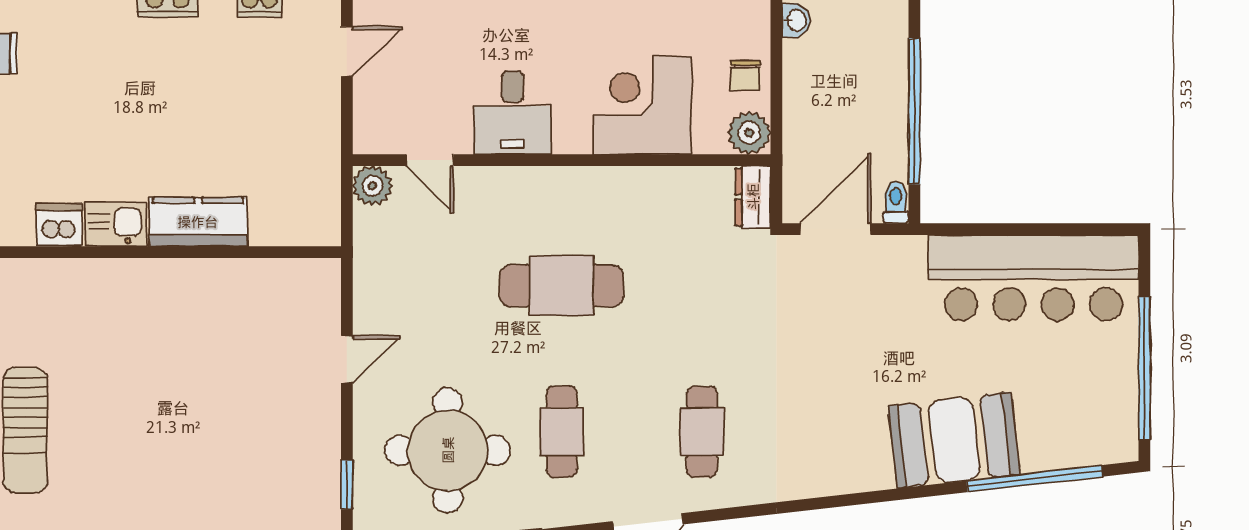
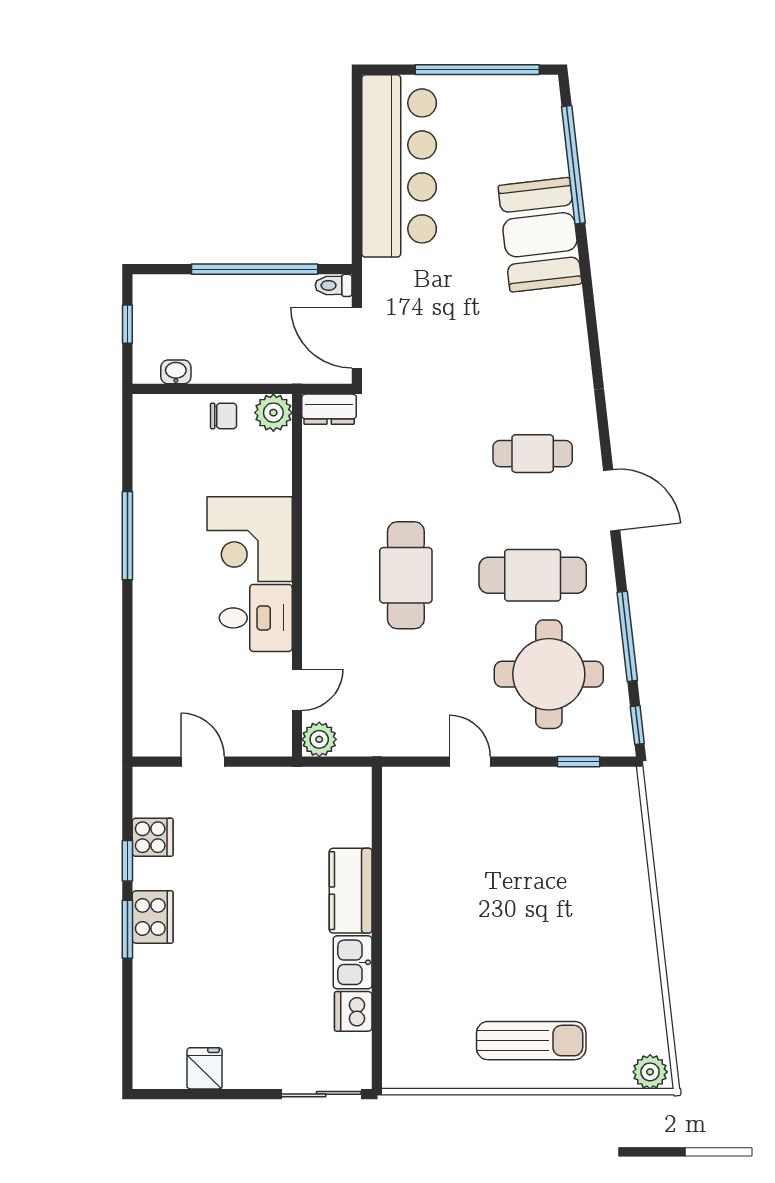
corner desk: (642, 105) -> (250, 539), moved
cafe table: (562, 432) -> (533, 575), width x1.37, depth x1.35

